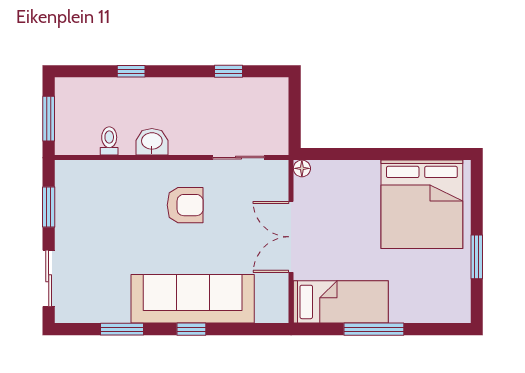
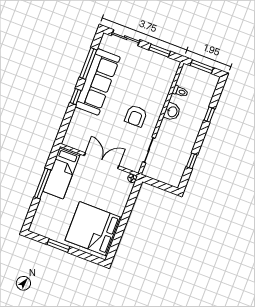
sofa: (193, 299) -> (98, 82), moved
window: (122, 329) -> (88, 64), width x1.44

